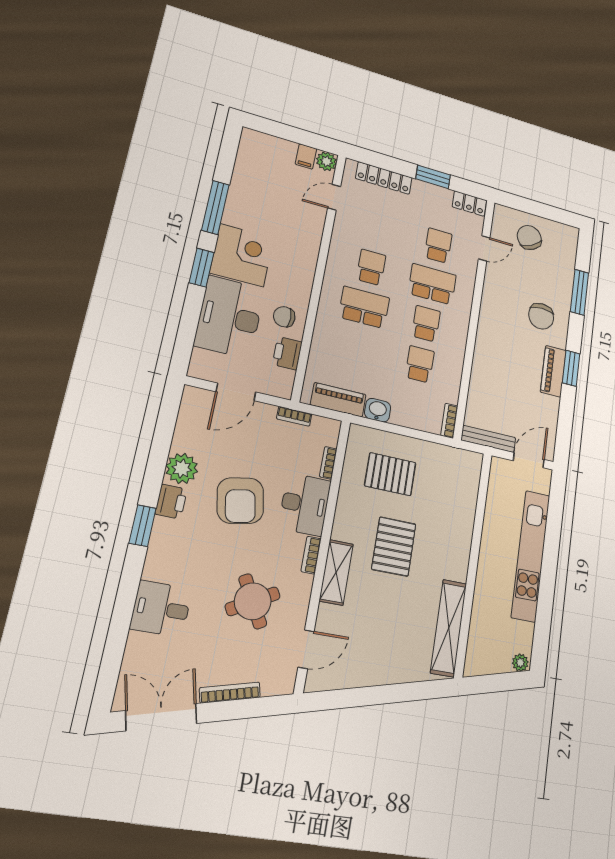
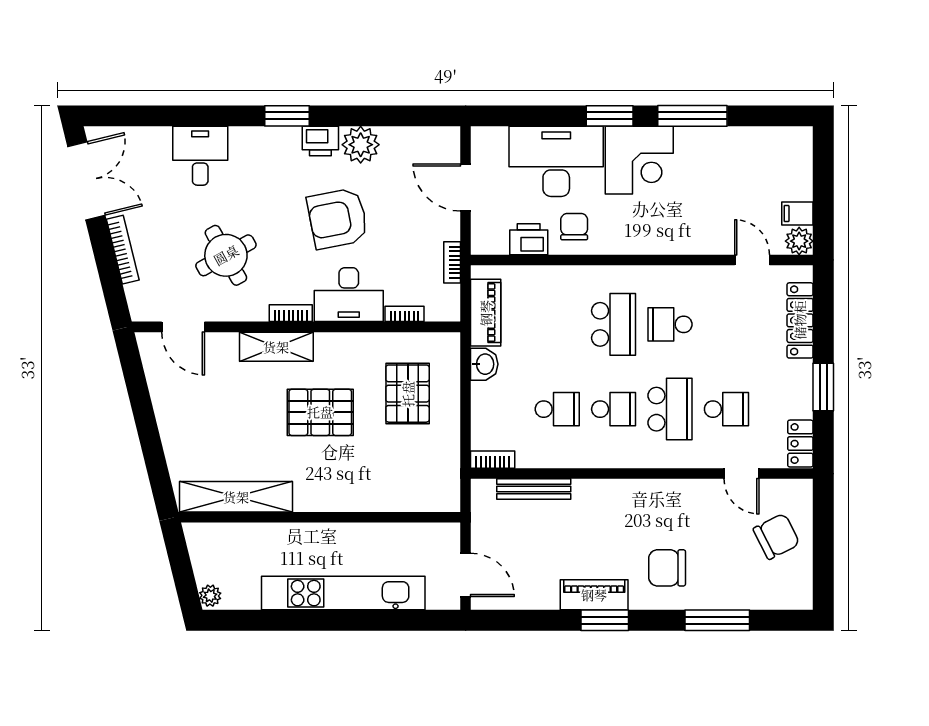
school desk: (371, 267) -> (670, 324), turned 180
bench: (488, 439) -> (534, 489), moved, turned 90

